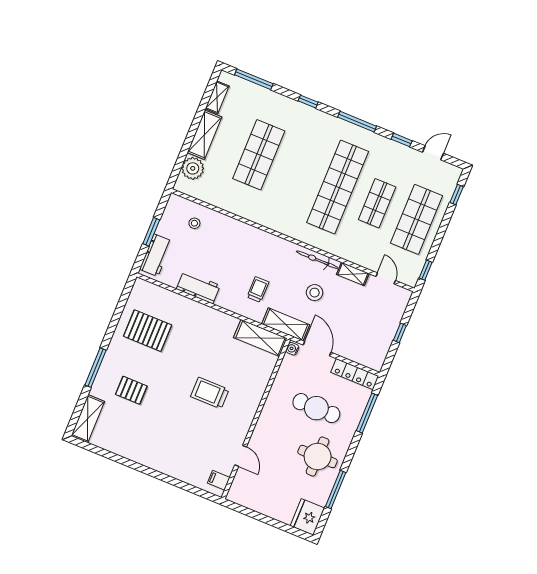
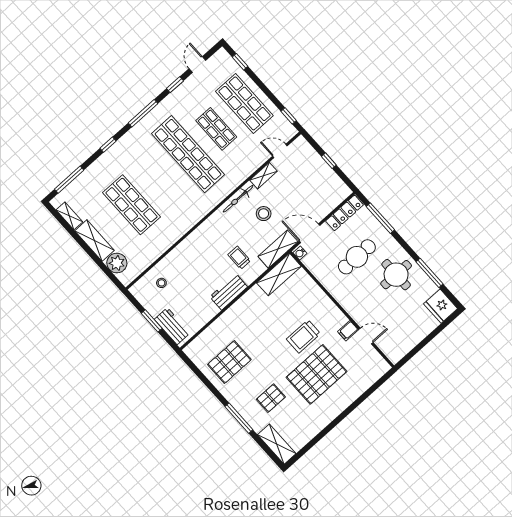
workbench: (198, 287) -> (229, 292), moved
pallet: (178, 425) -> (316, 374), added
filing cabinet: (219, 480) -> (348, 331), moved

